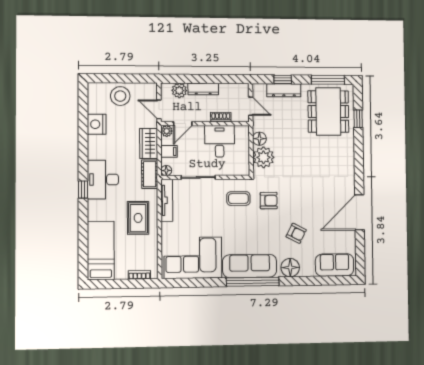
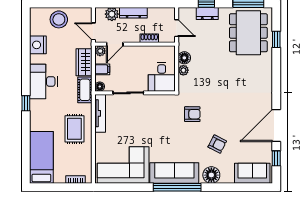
dresser: (284, 90) -> (207, 13), width x0.70
desk: (220, 141) -> (162, 77), moved, turned 180
plant: (264, 157) -> (183, 70), width x0.53, depth x0.53
desk: (103, 180) -> (43, 81), moved
coffee table: (238, 199) -> (165, 112), removed
window: (360, 248) -> (276, 158), added

